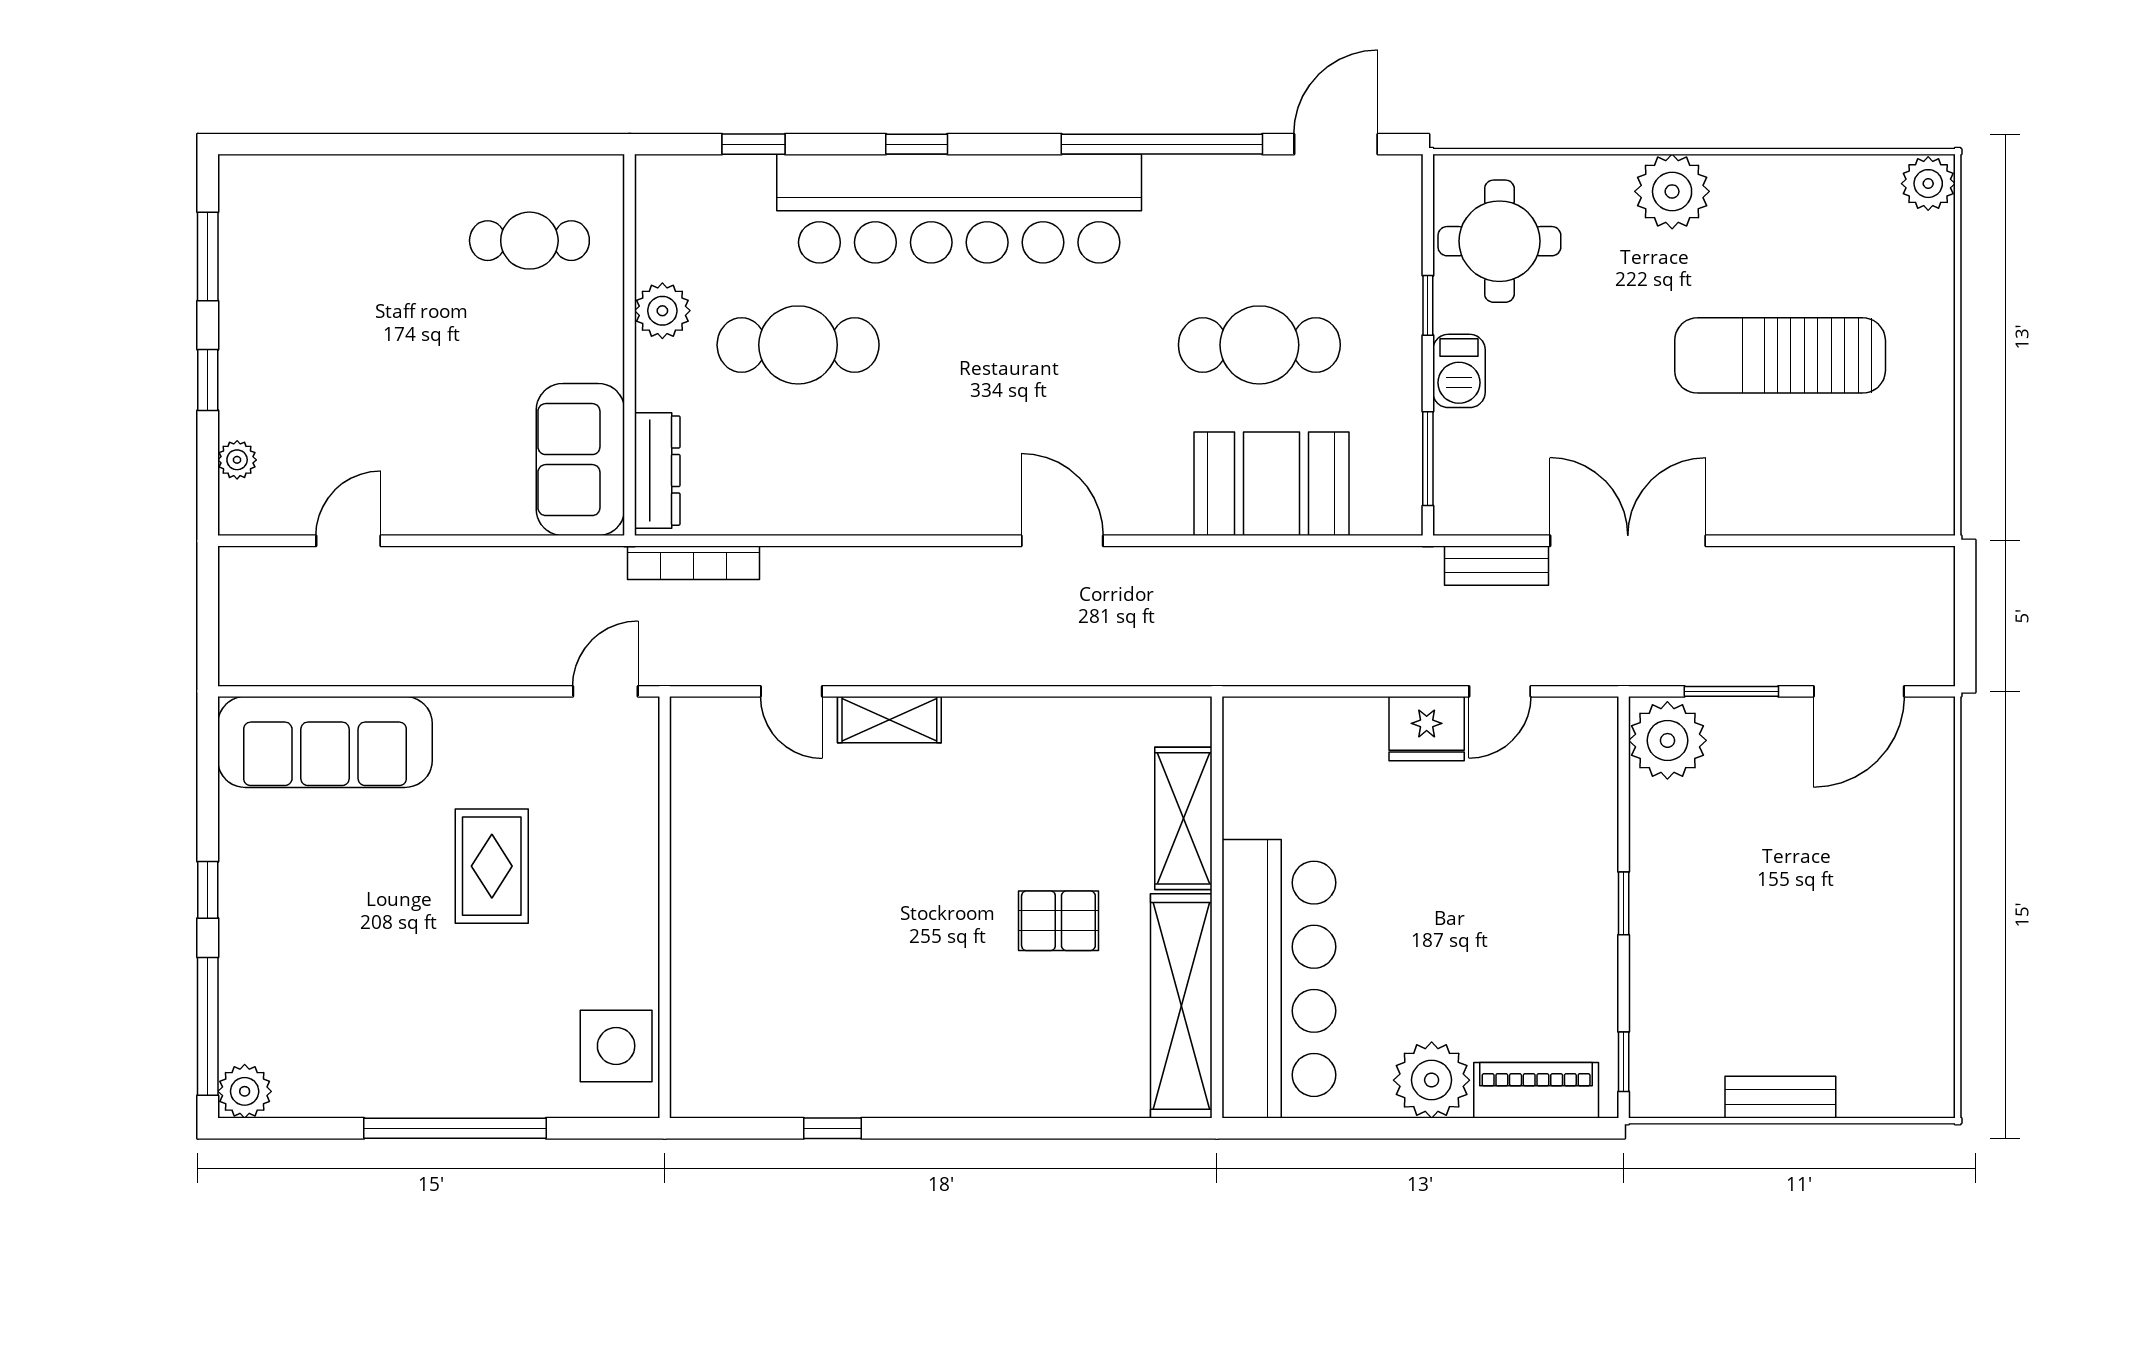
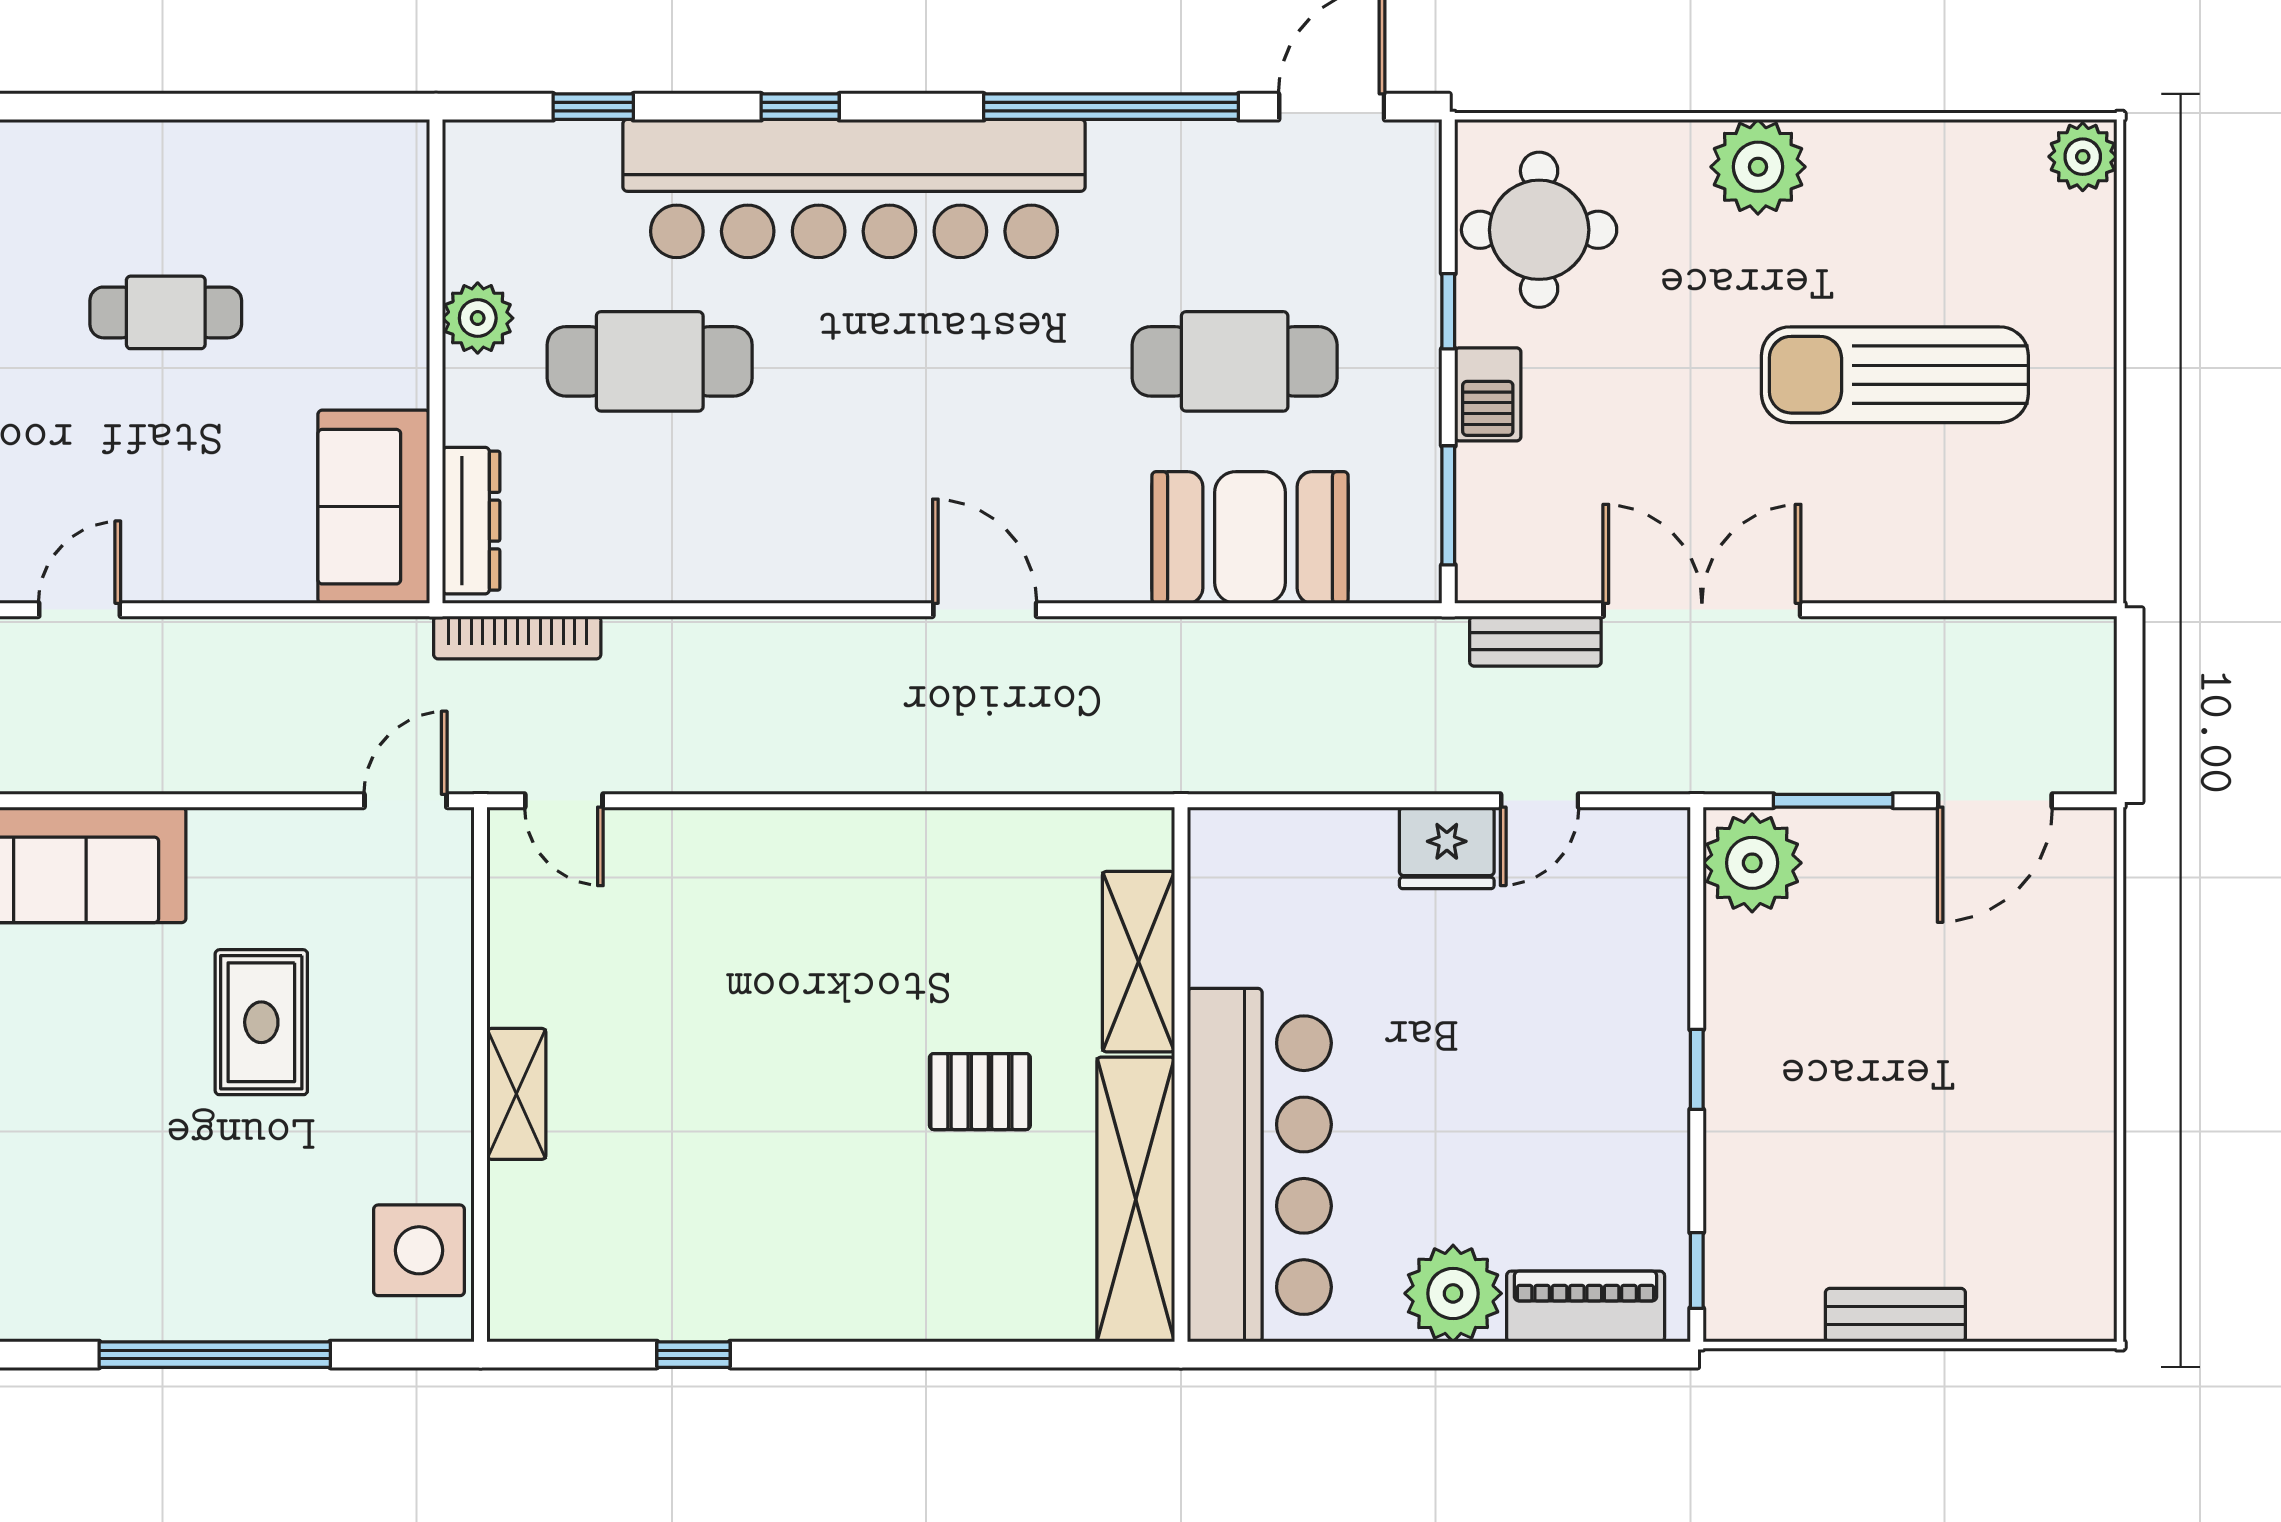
cafe table: (529, 241) -> (166, 312), moved
door: (791, 691) -> (564, 801), moved
shelving: (889, 720) -> (516, 1094), moved, turned 90

